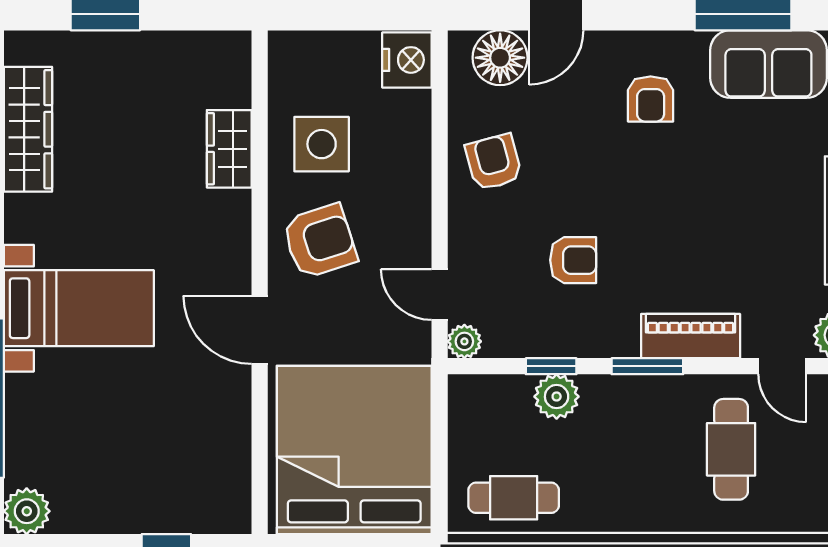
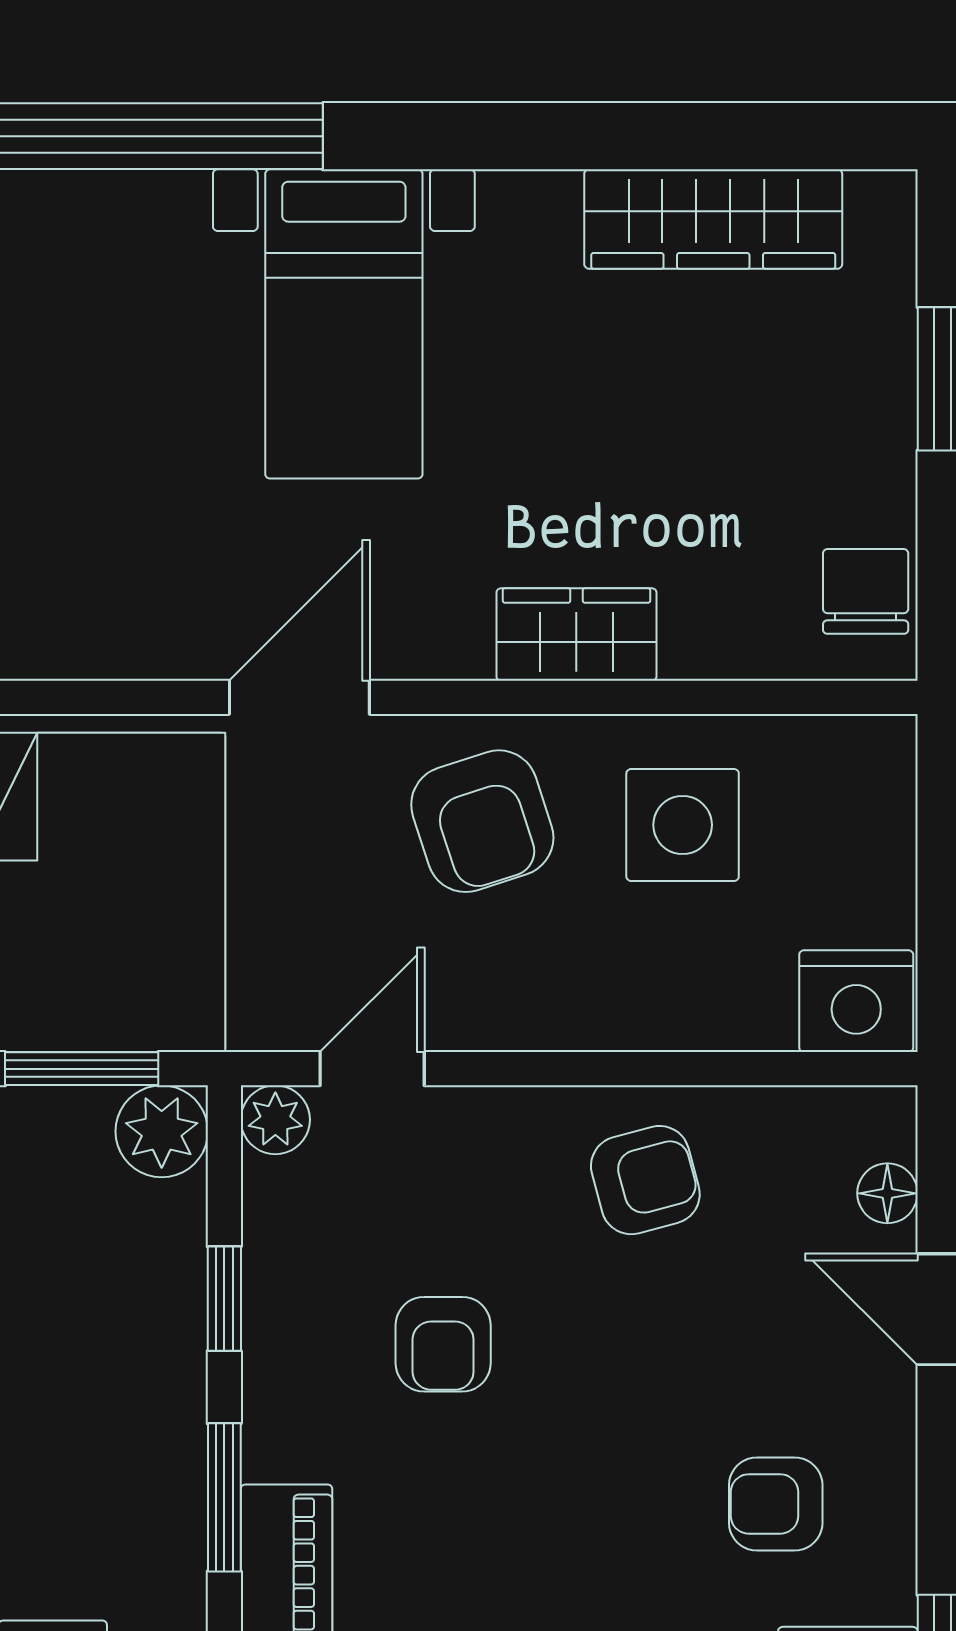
chair: (208, 55) -> (866, 591), added
floor lamp: (500, 58) -> (887, 1193), width x0.53, depth x0.53
wardrobe: (229, 149) -> (576, 634), moved
plant: (557, 397) -> (162, 1131), moved
window: (440, 435) -> (82, 1069), added

